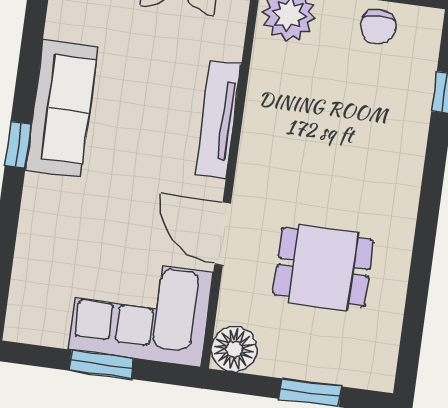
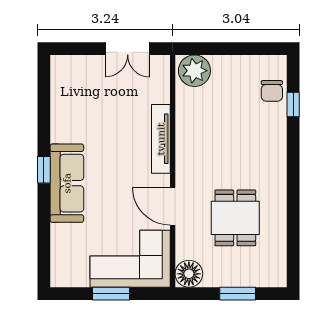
chair: (378, 27) -> (272, 91), moved
sofa: (62, 108) -> (67, 183), moved
dining table: (323, 267) -> (235, 218), turned 90

